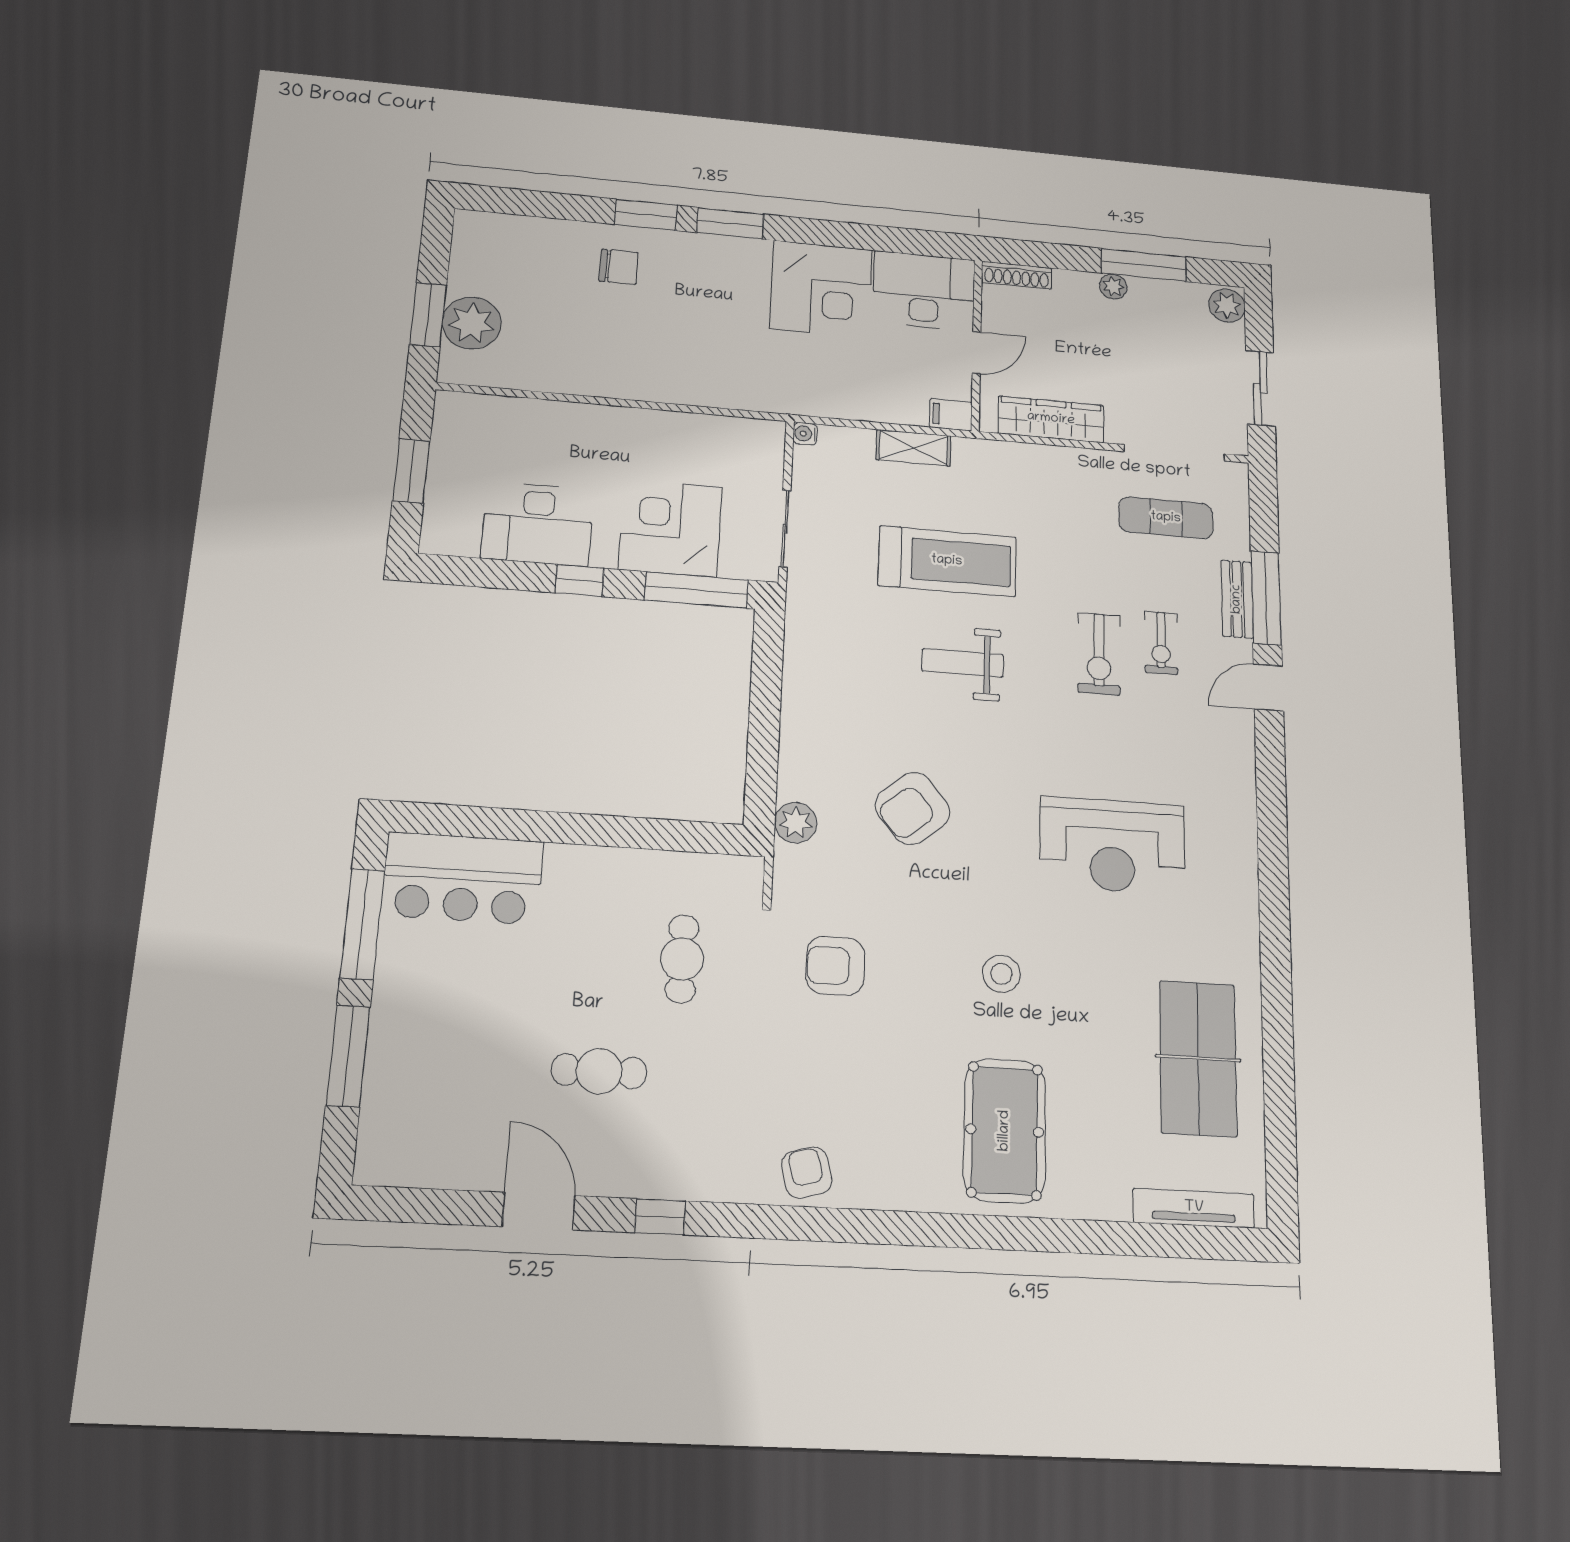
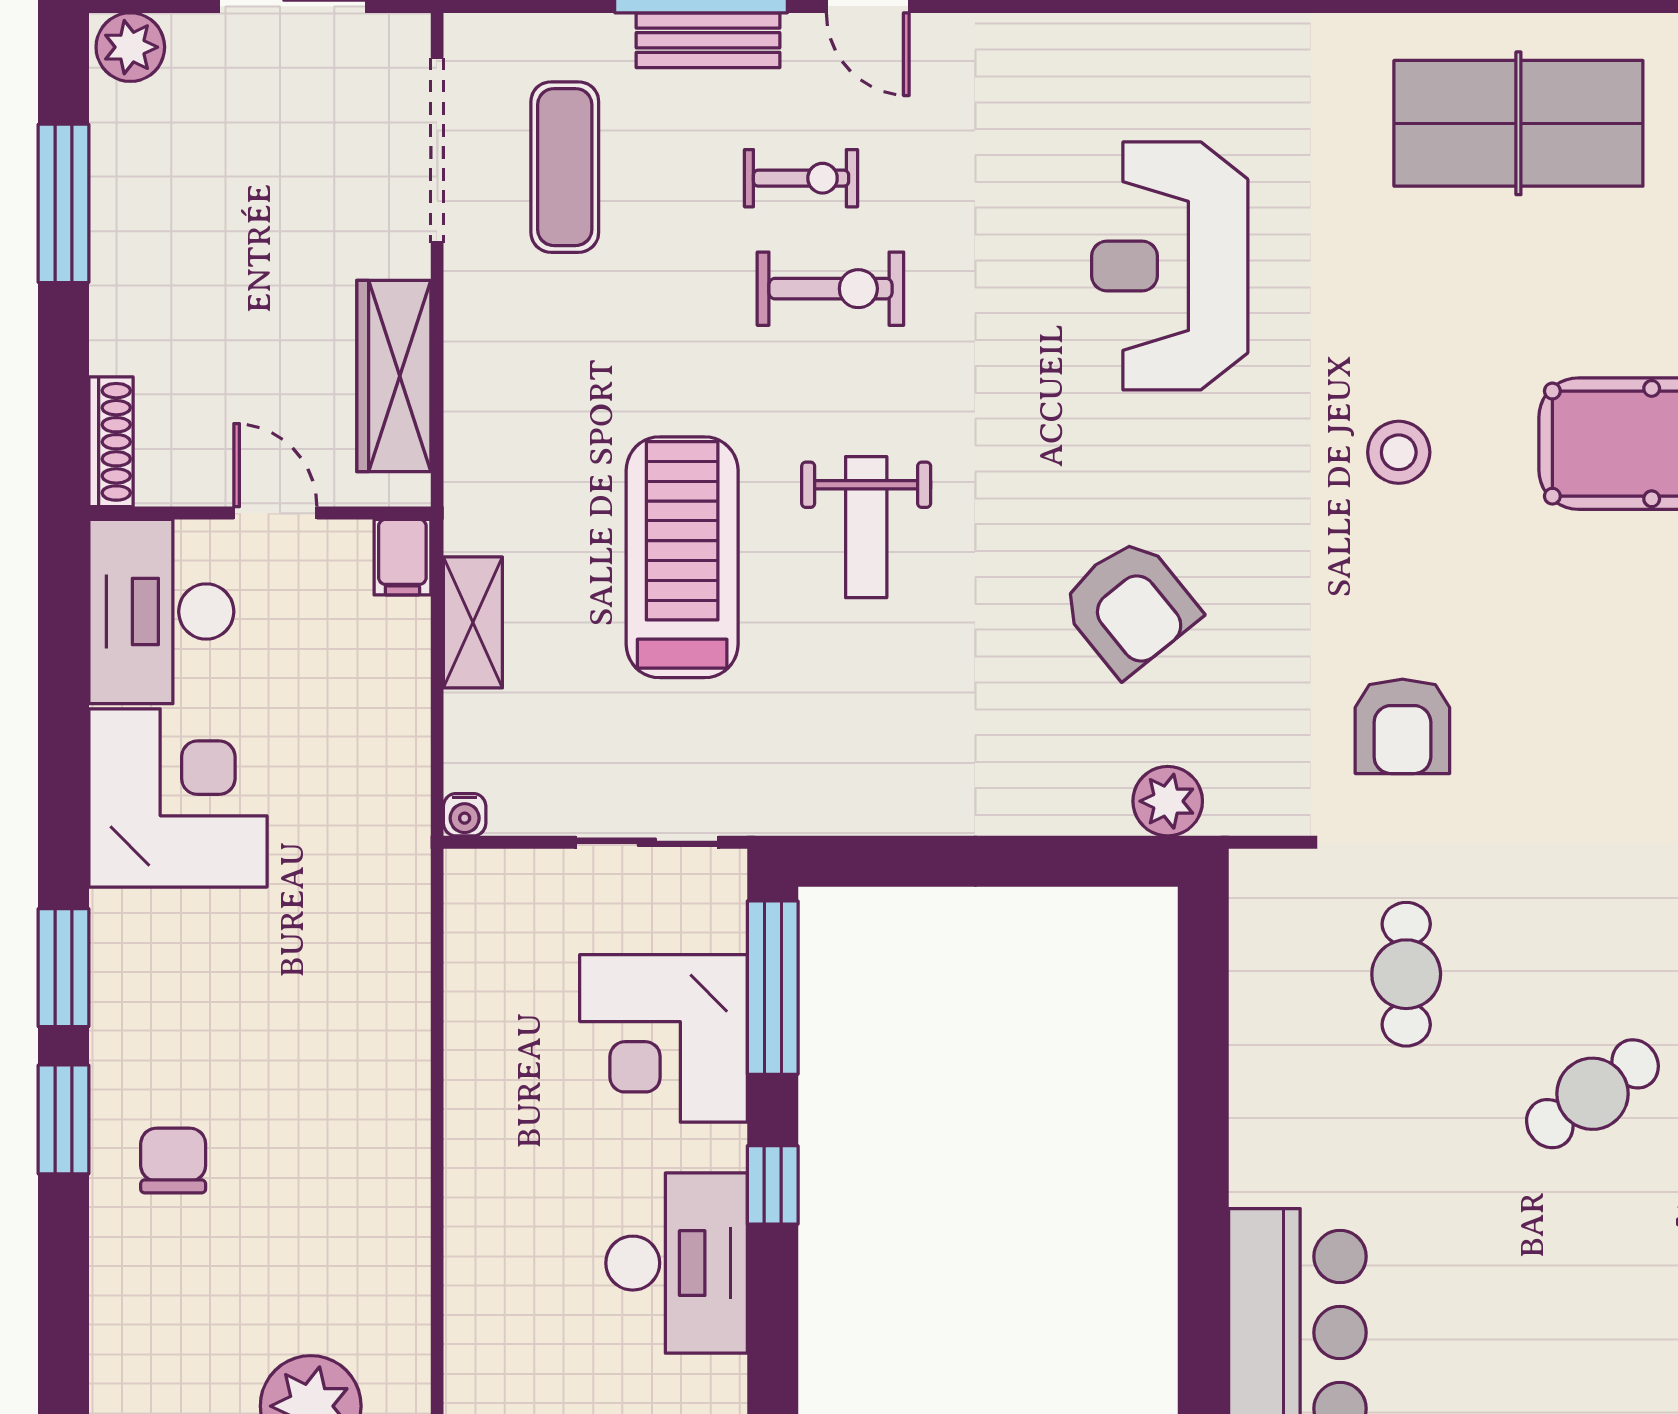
plant: (1113, 287) -> (115, 261), removed
reception desk: (1112, 845) -> (1170, 266), turned 180
cafe table: (682, 959) -> (1406, 974), turned 90
cafe table: (599, 1071) -> (1592, 1094), turned 55

